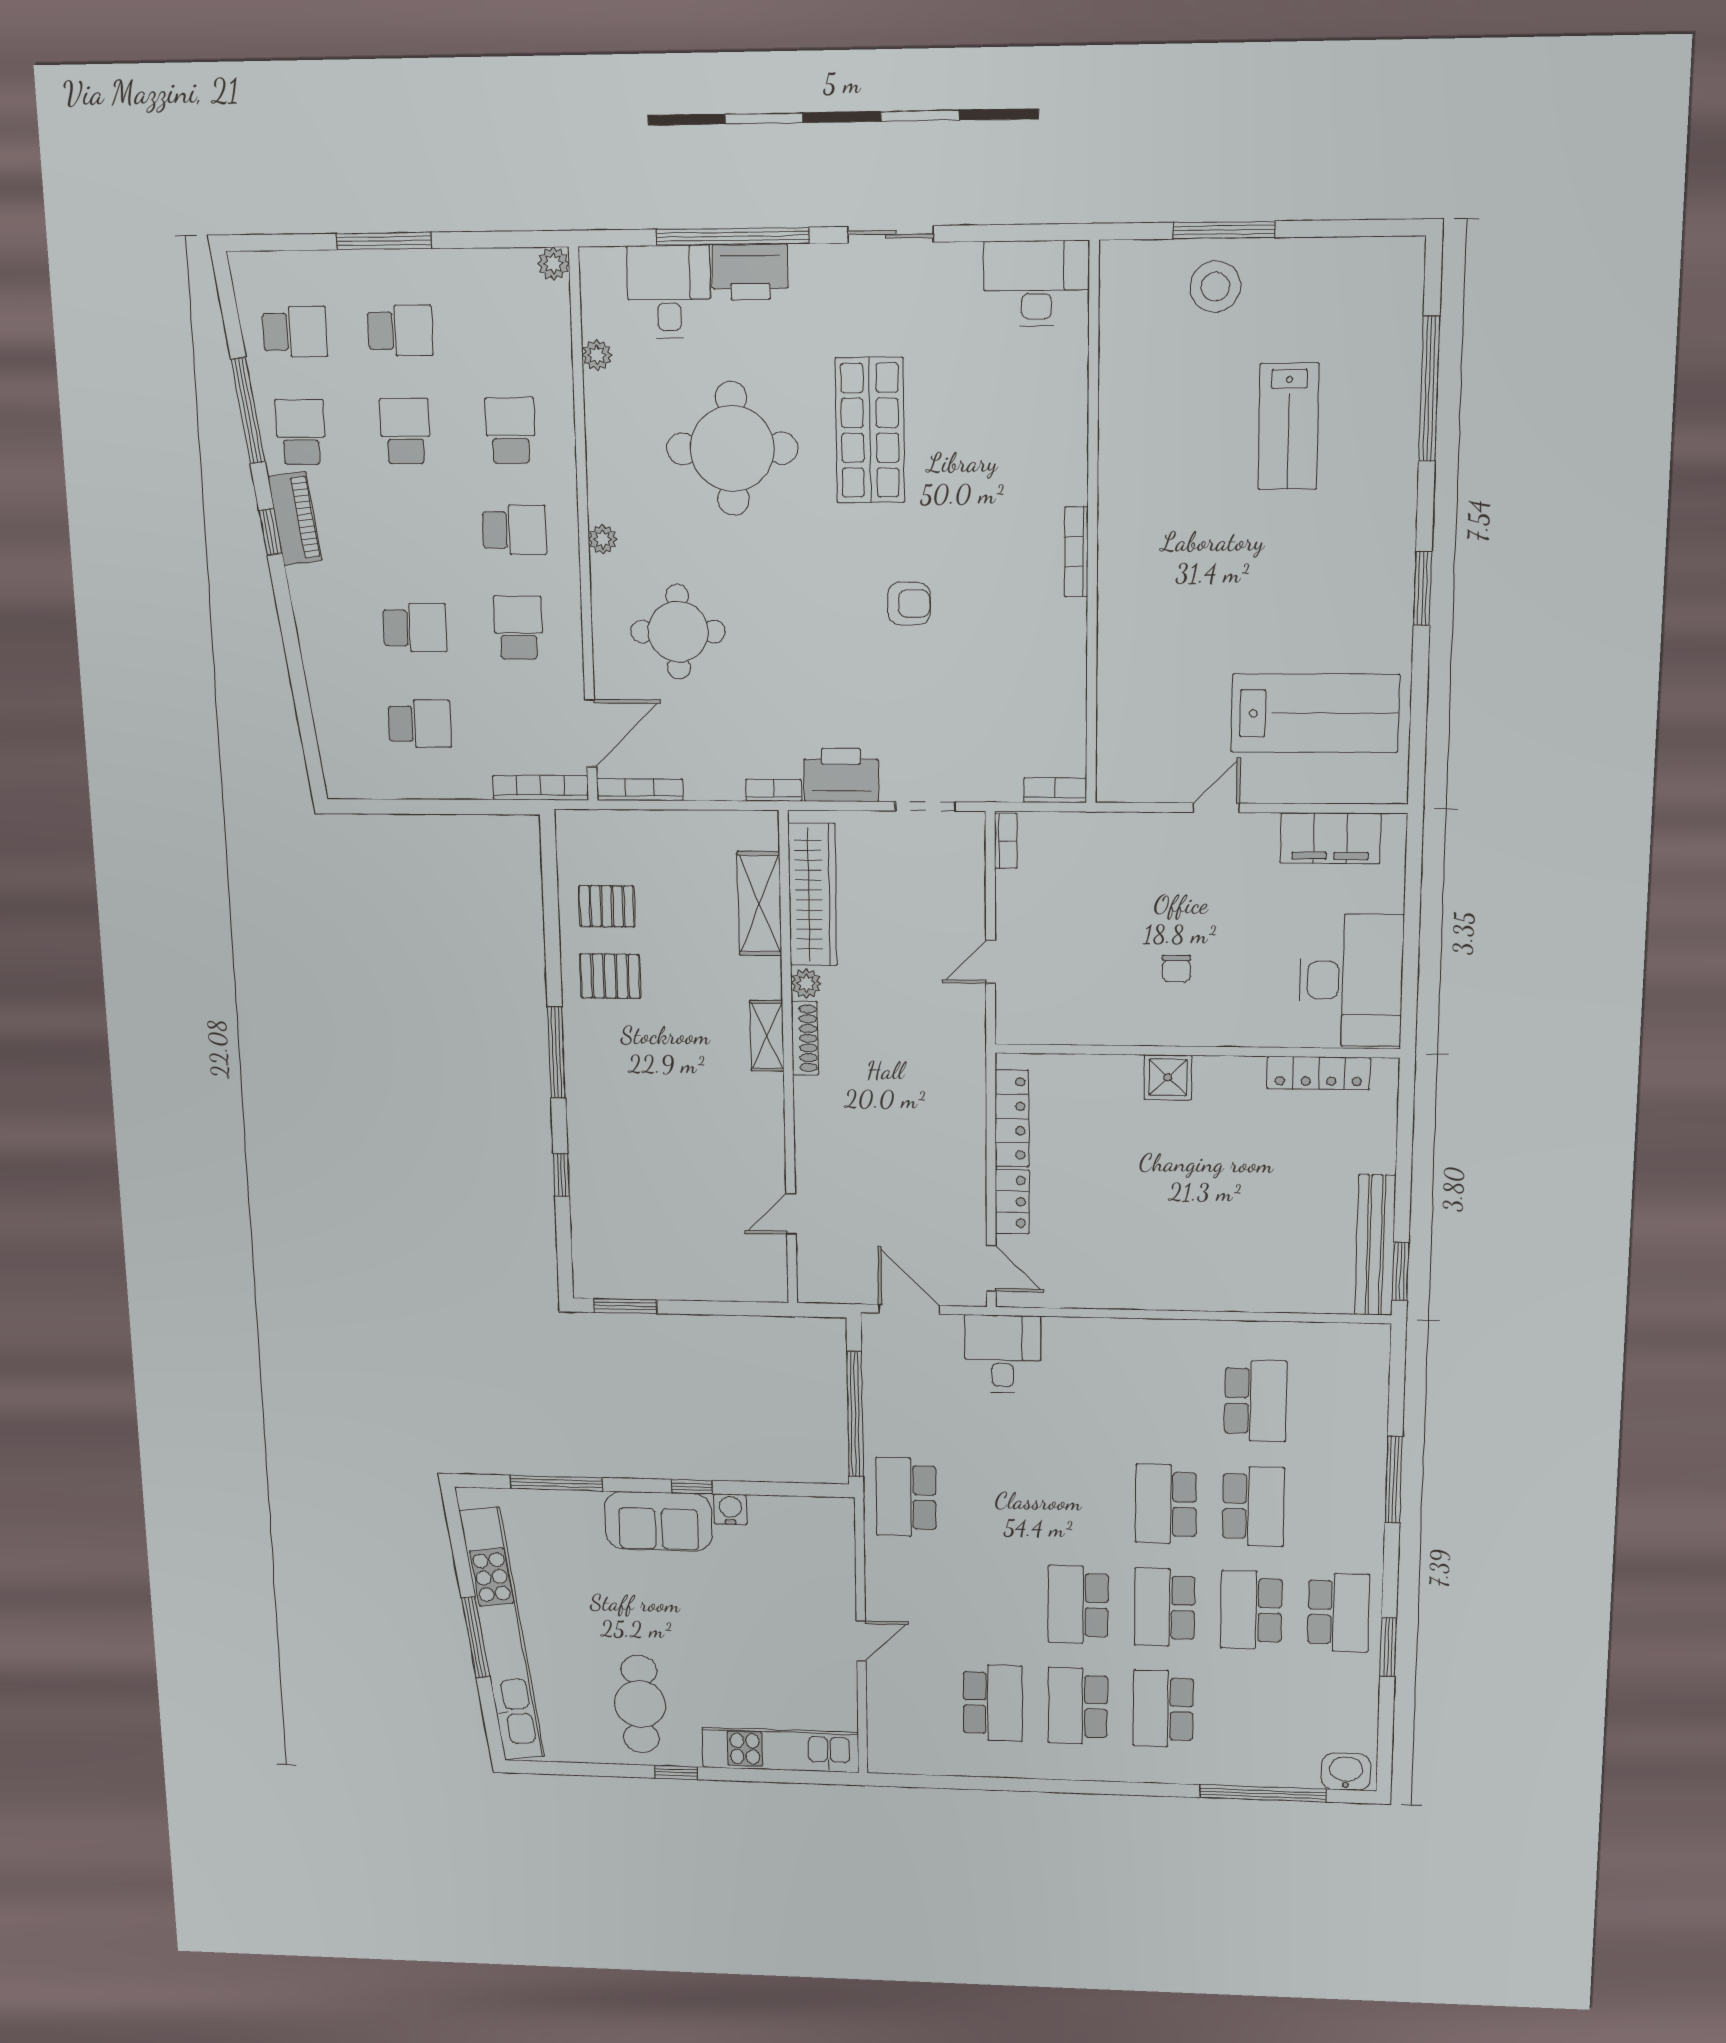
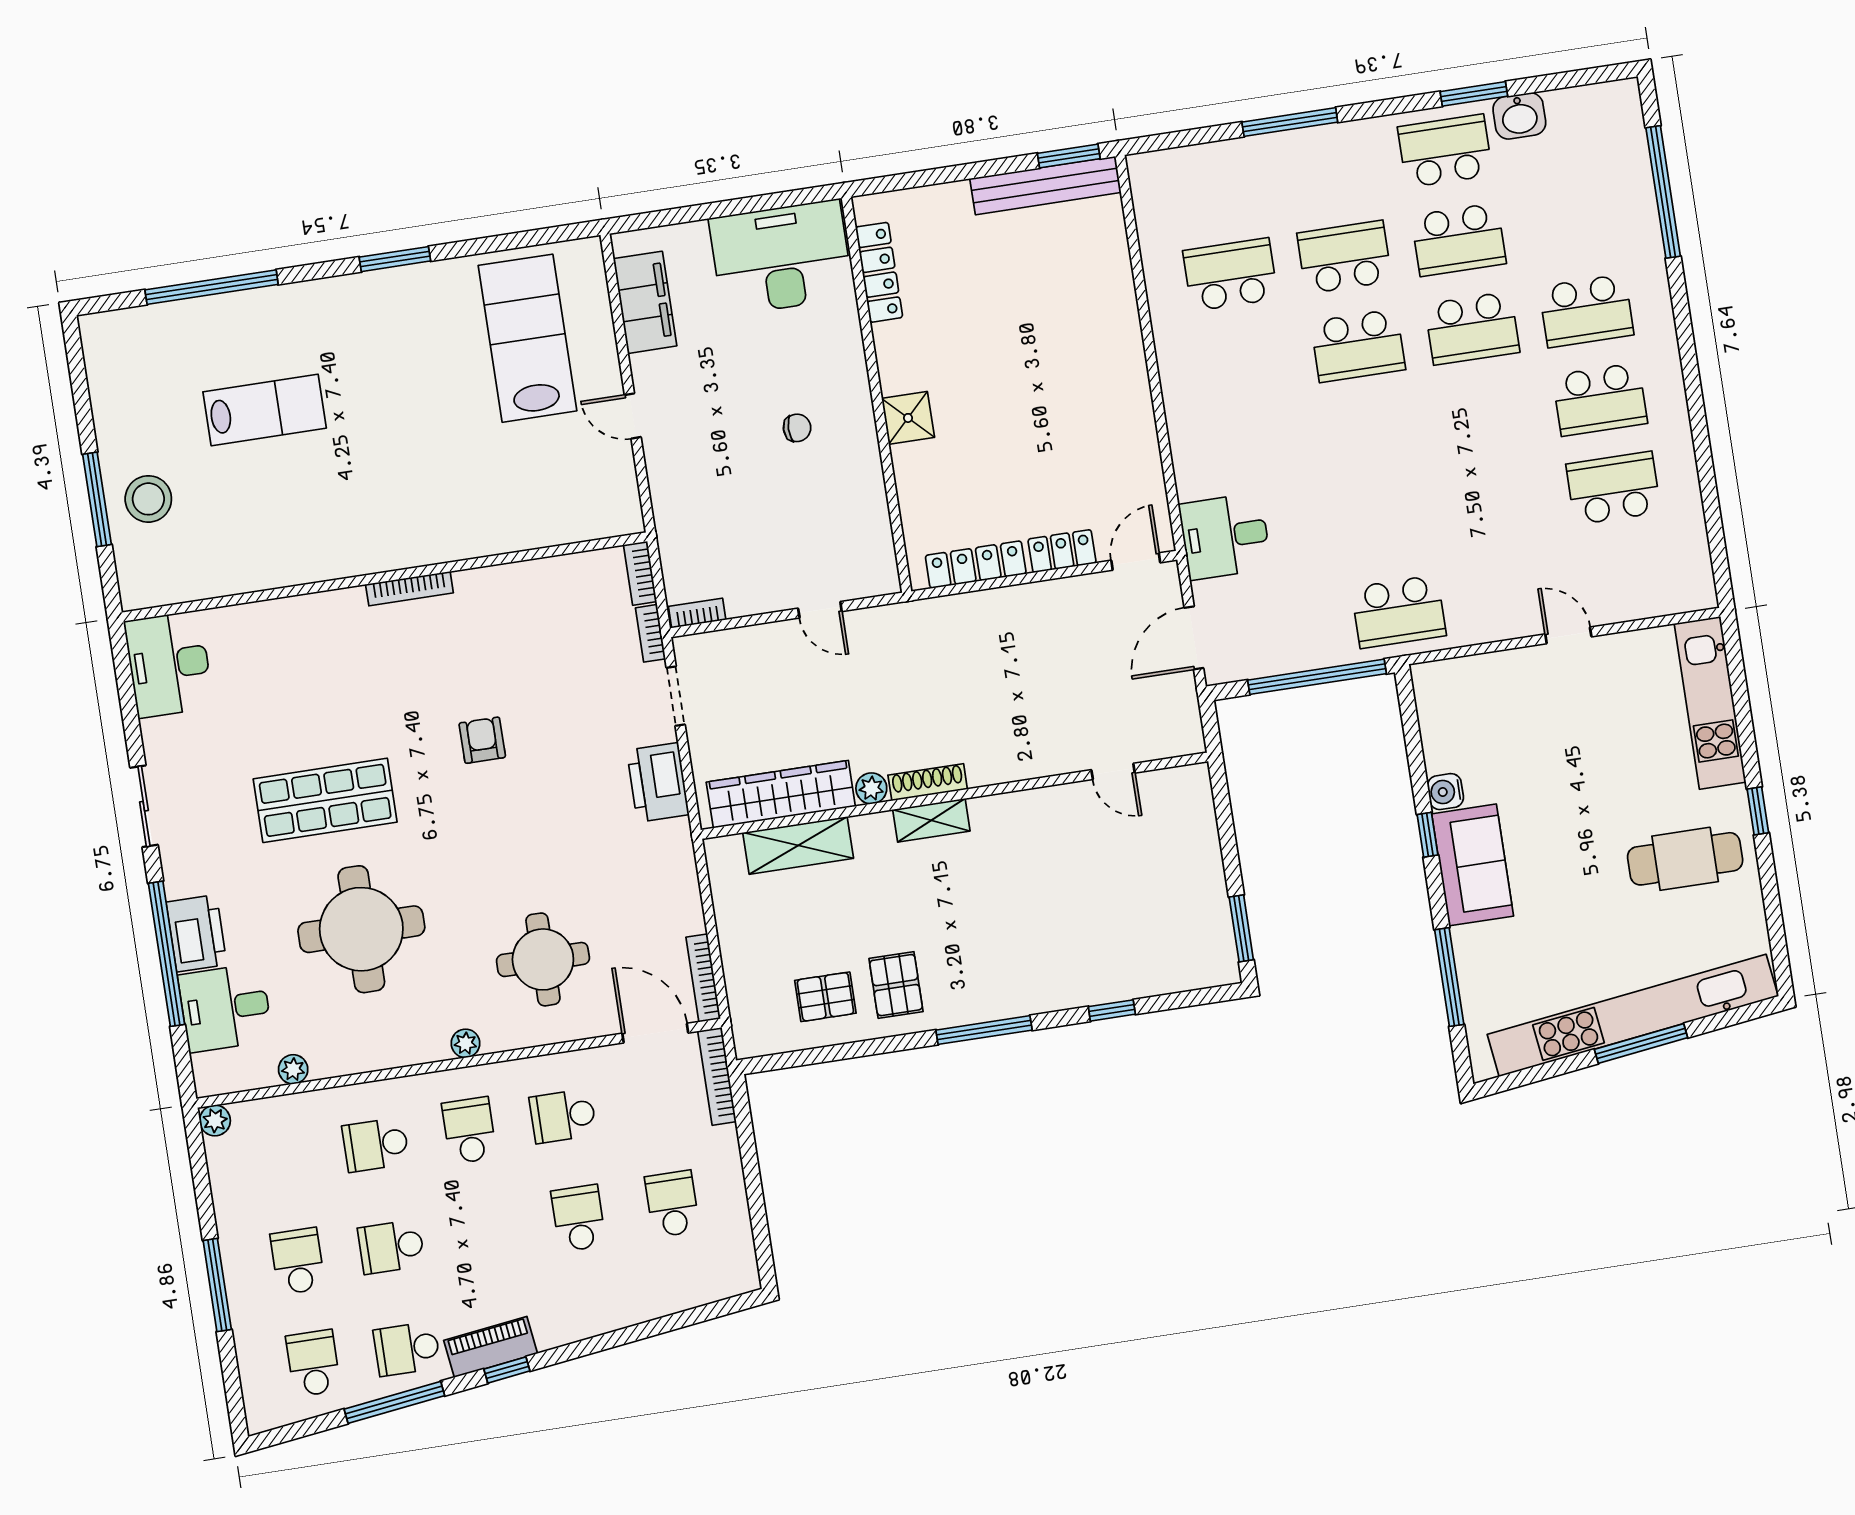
bookcase: (774, 790) -> (650, 633), moved
pallet: (607, 906) -> (825, 997), turned 90
school desk: (1078, 1605) -> (1486, 417), removed
washbasin: (1346, 1772) -> (1519, 116), moved, turned -90

